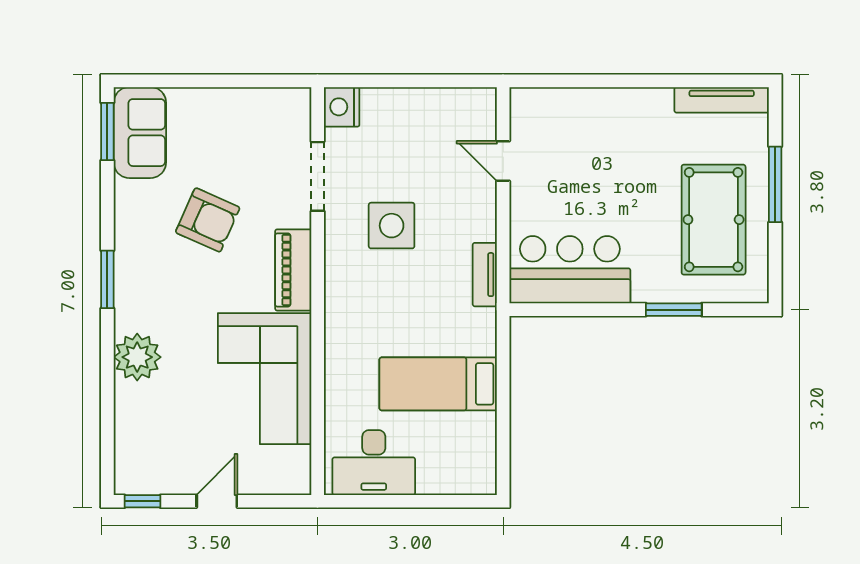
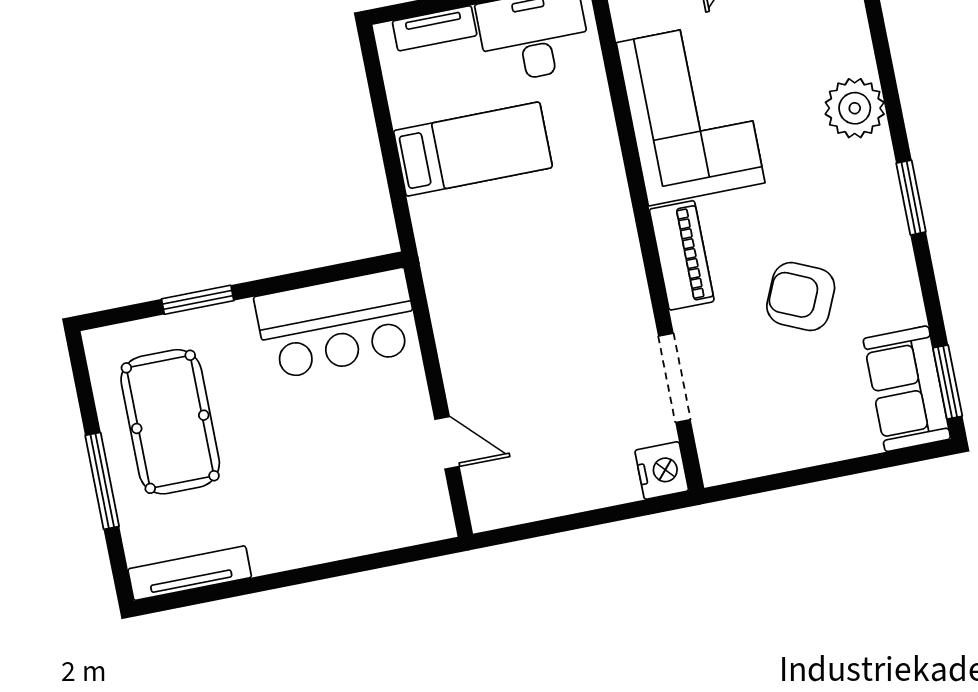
side table: (392, 226) -> (570, 335), removed
tv unit: (485, 275) -> (435, 28), moved, turned 90

